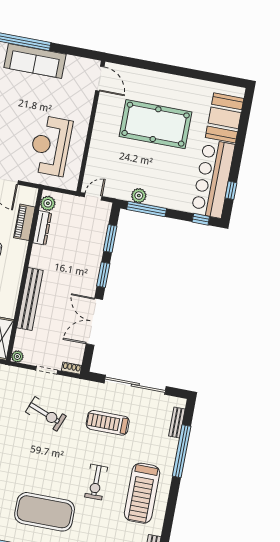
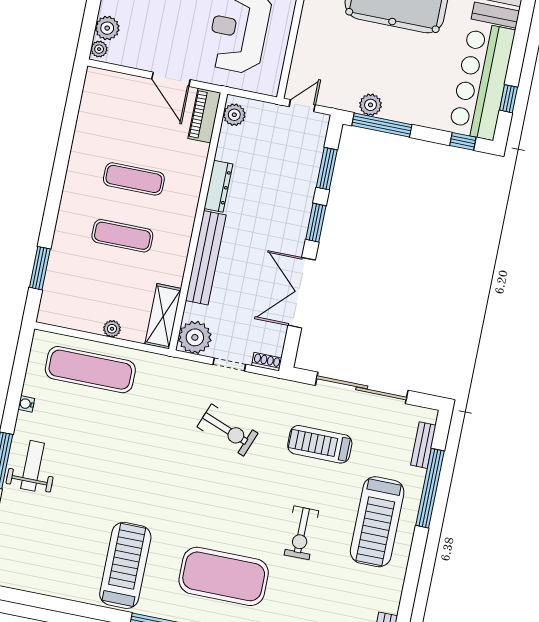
piano: (24, 222) -> (204, 116), moved
dresser: (42, 228) -> (218, 186), moved
plant: (17, 356) -> (195, 337), width x1.87, depth x1.87
treadmill: (142, 493) -> (377, 522), moved

